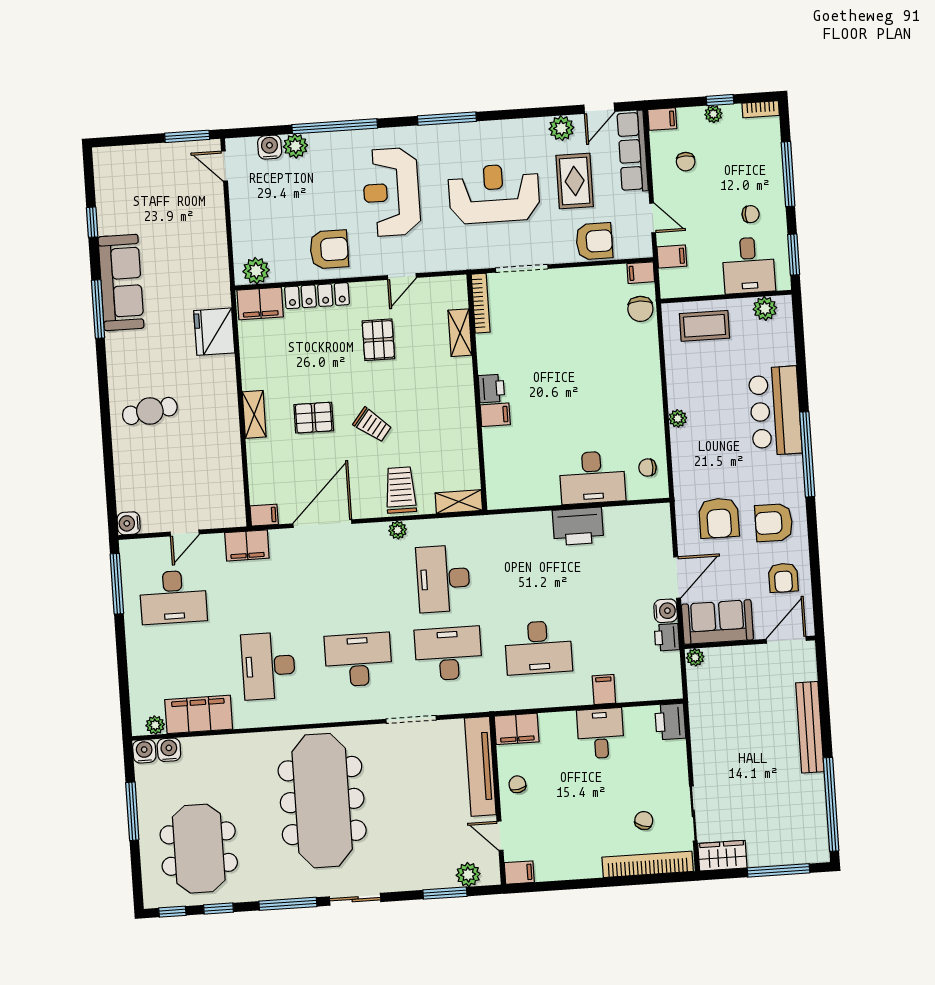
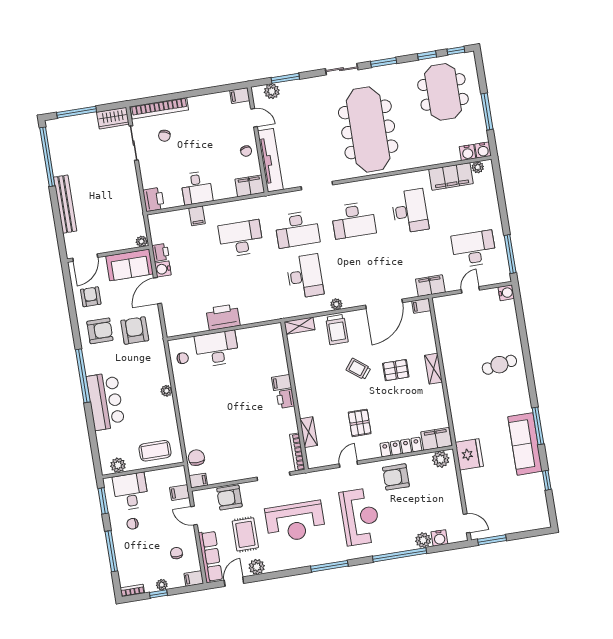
fridge: (214, 332) -> (469, 454), moved
window: (288, 904) -> (384, 62), width x0.69

